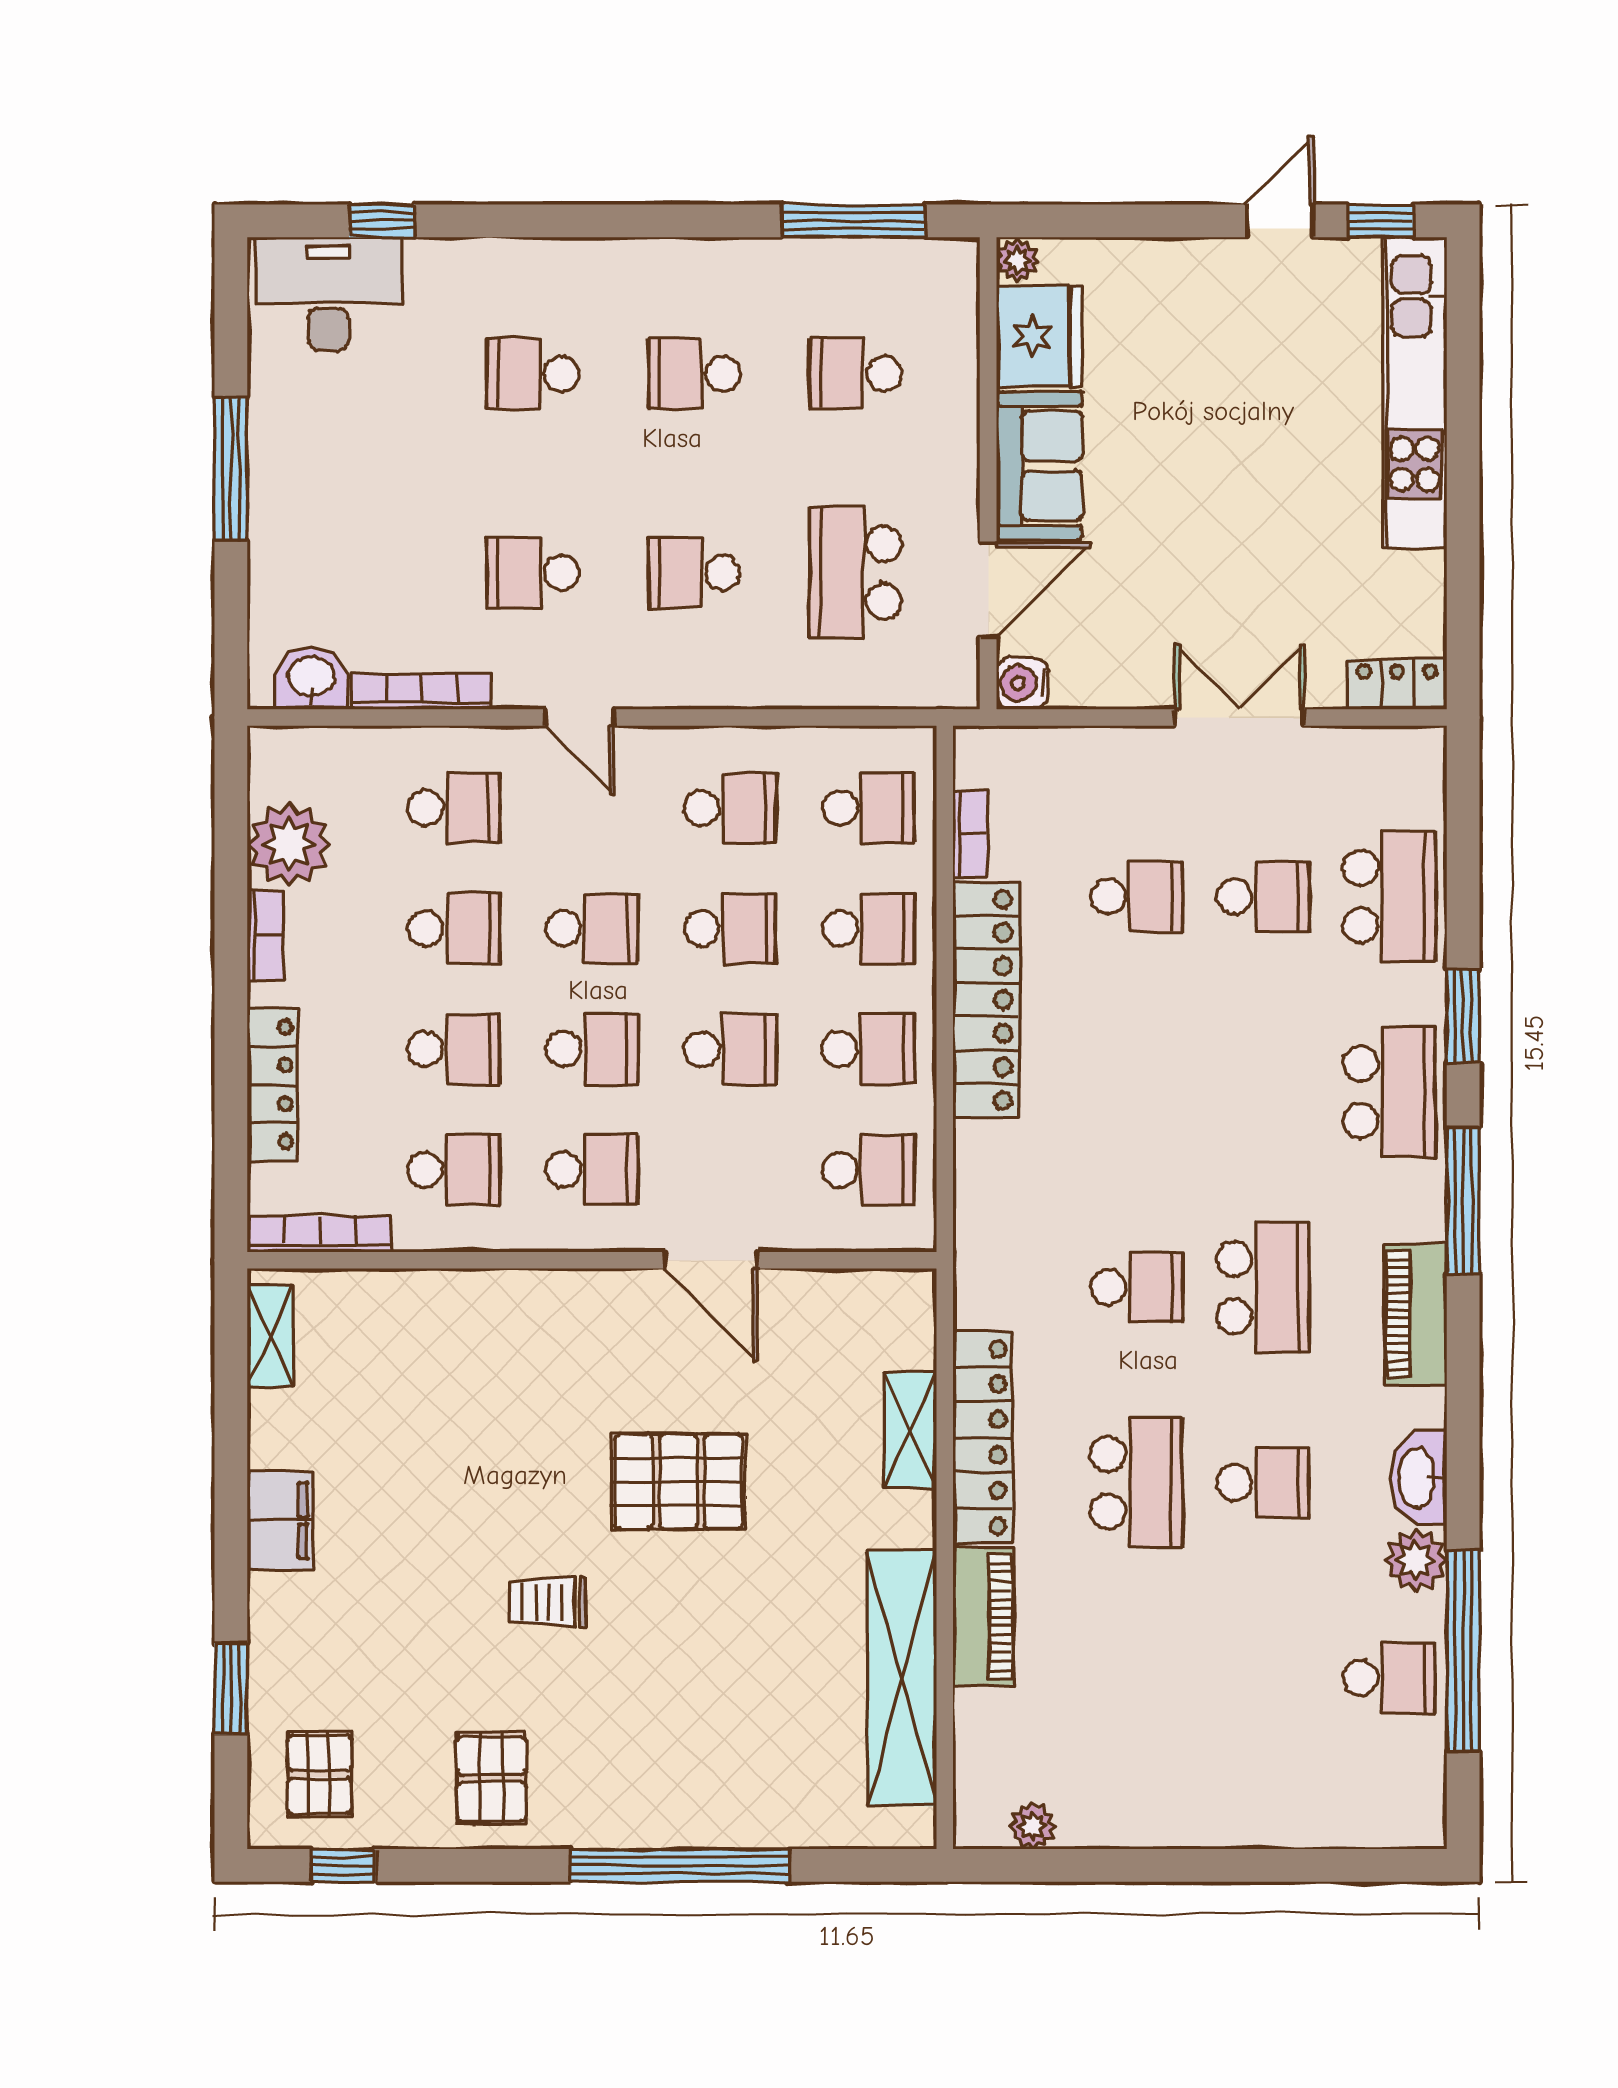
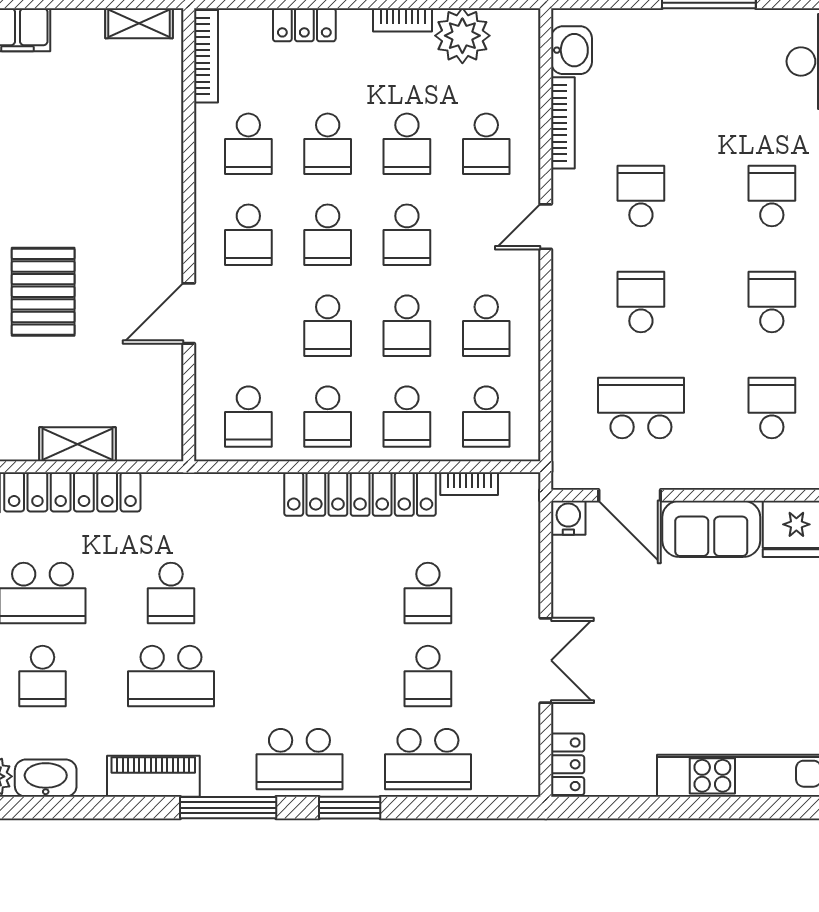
locker: (273, 1085) -> (304, 25), width x0.66

